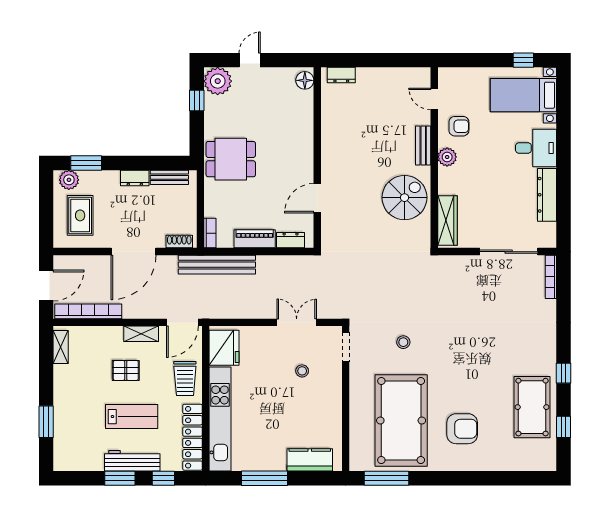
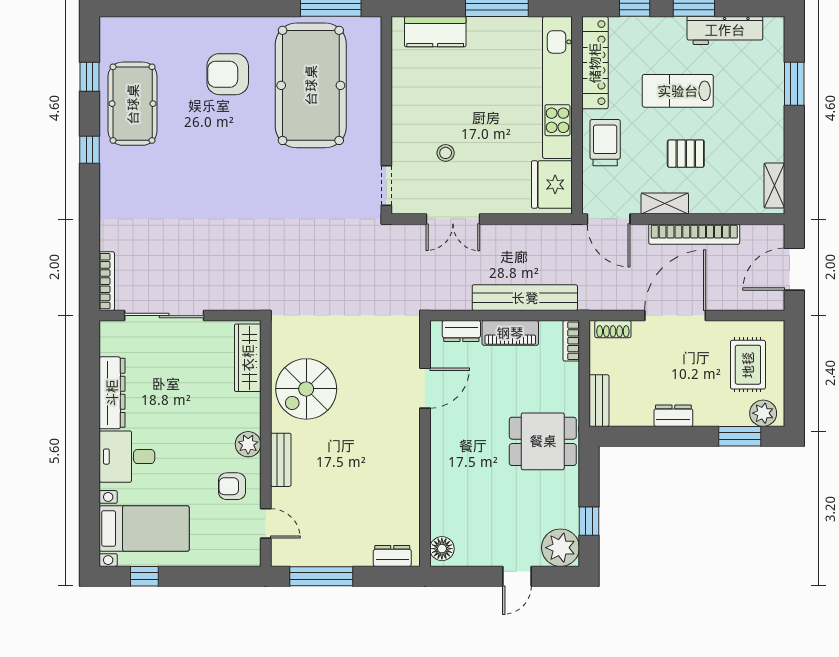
window: (393, 60) -> (321, 576), added
bench: (169, 177) -> (599, 401), moved, turned 90
bench: (217, 265) -> (525, 298), moved
bookcase: (88, 311) -> (694, 234), moved
door: (182, 322) -> (609, 219), swing flipped
stool: (403, 342) -> (308, 192), removed
workbench: (132, 461) -> (725, 30), moved

